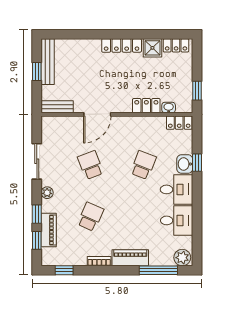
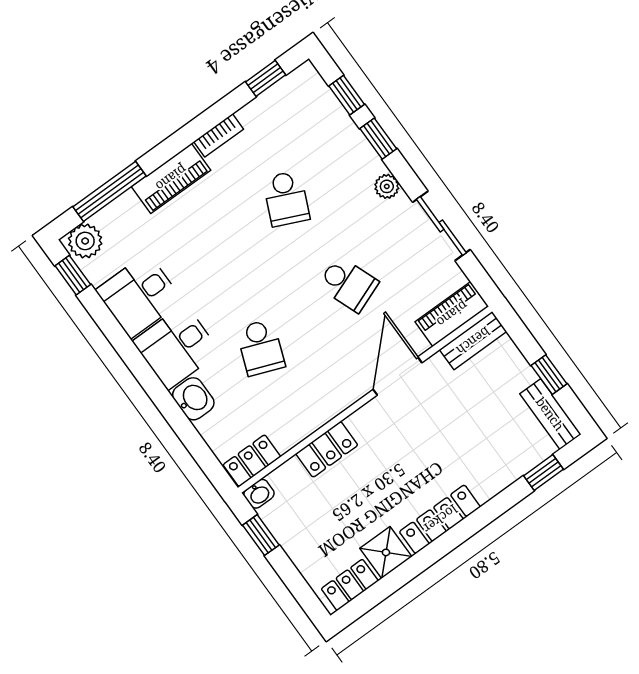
window: (67, 34) -> (543, 473), added
bench: (48, 62) -> (550, 414), width x0.73
washbasin: (169, 108) -> (259, 494), moved
window: (197, 163) -> (73, 275), moved
piano: (49, 230) -> (452, 314), moved, turned 90

